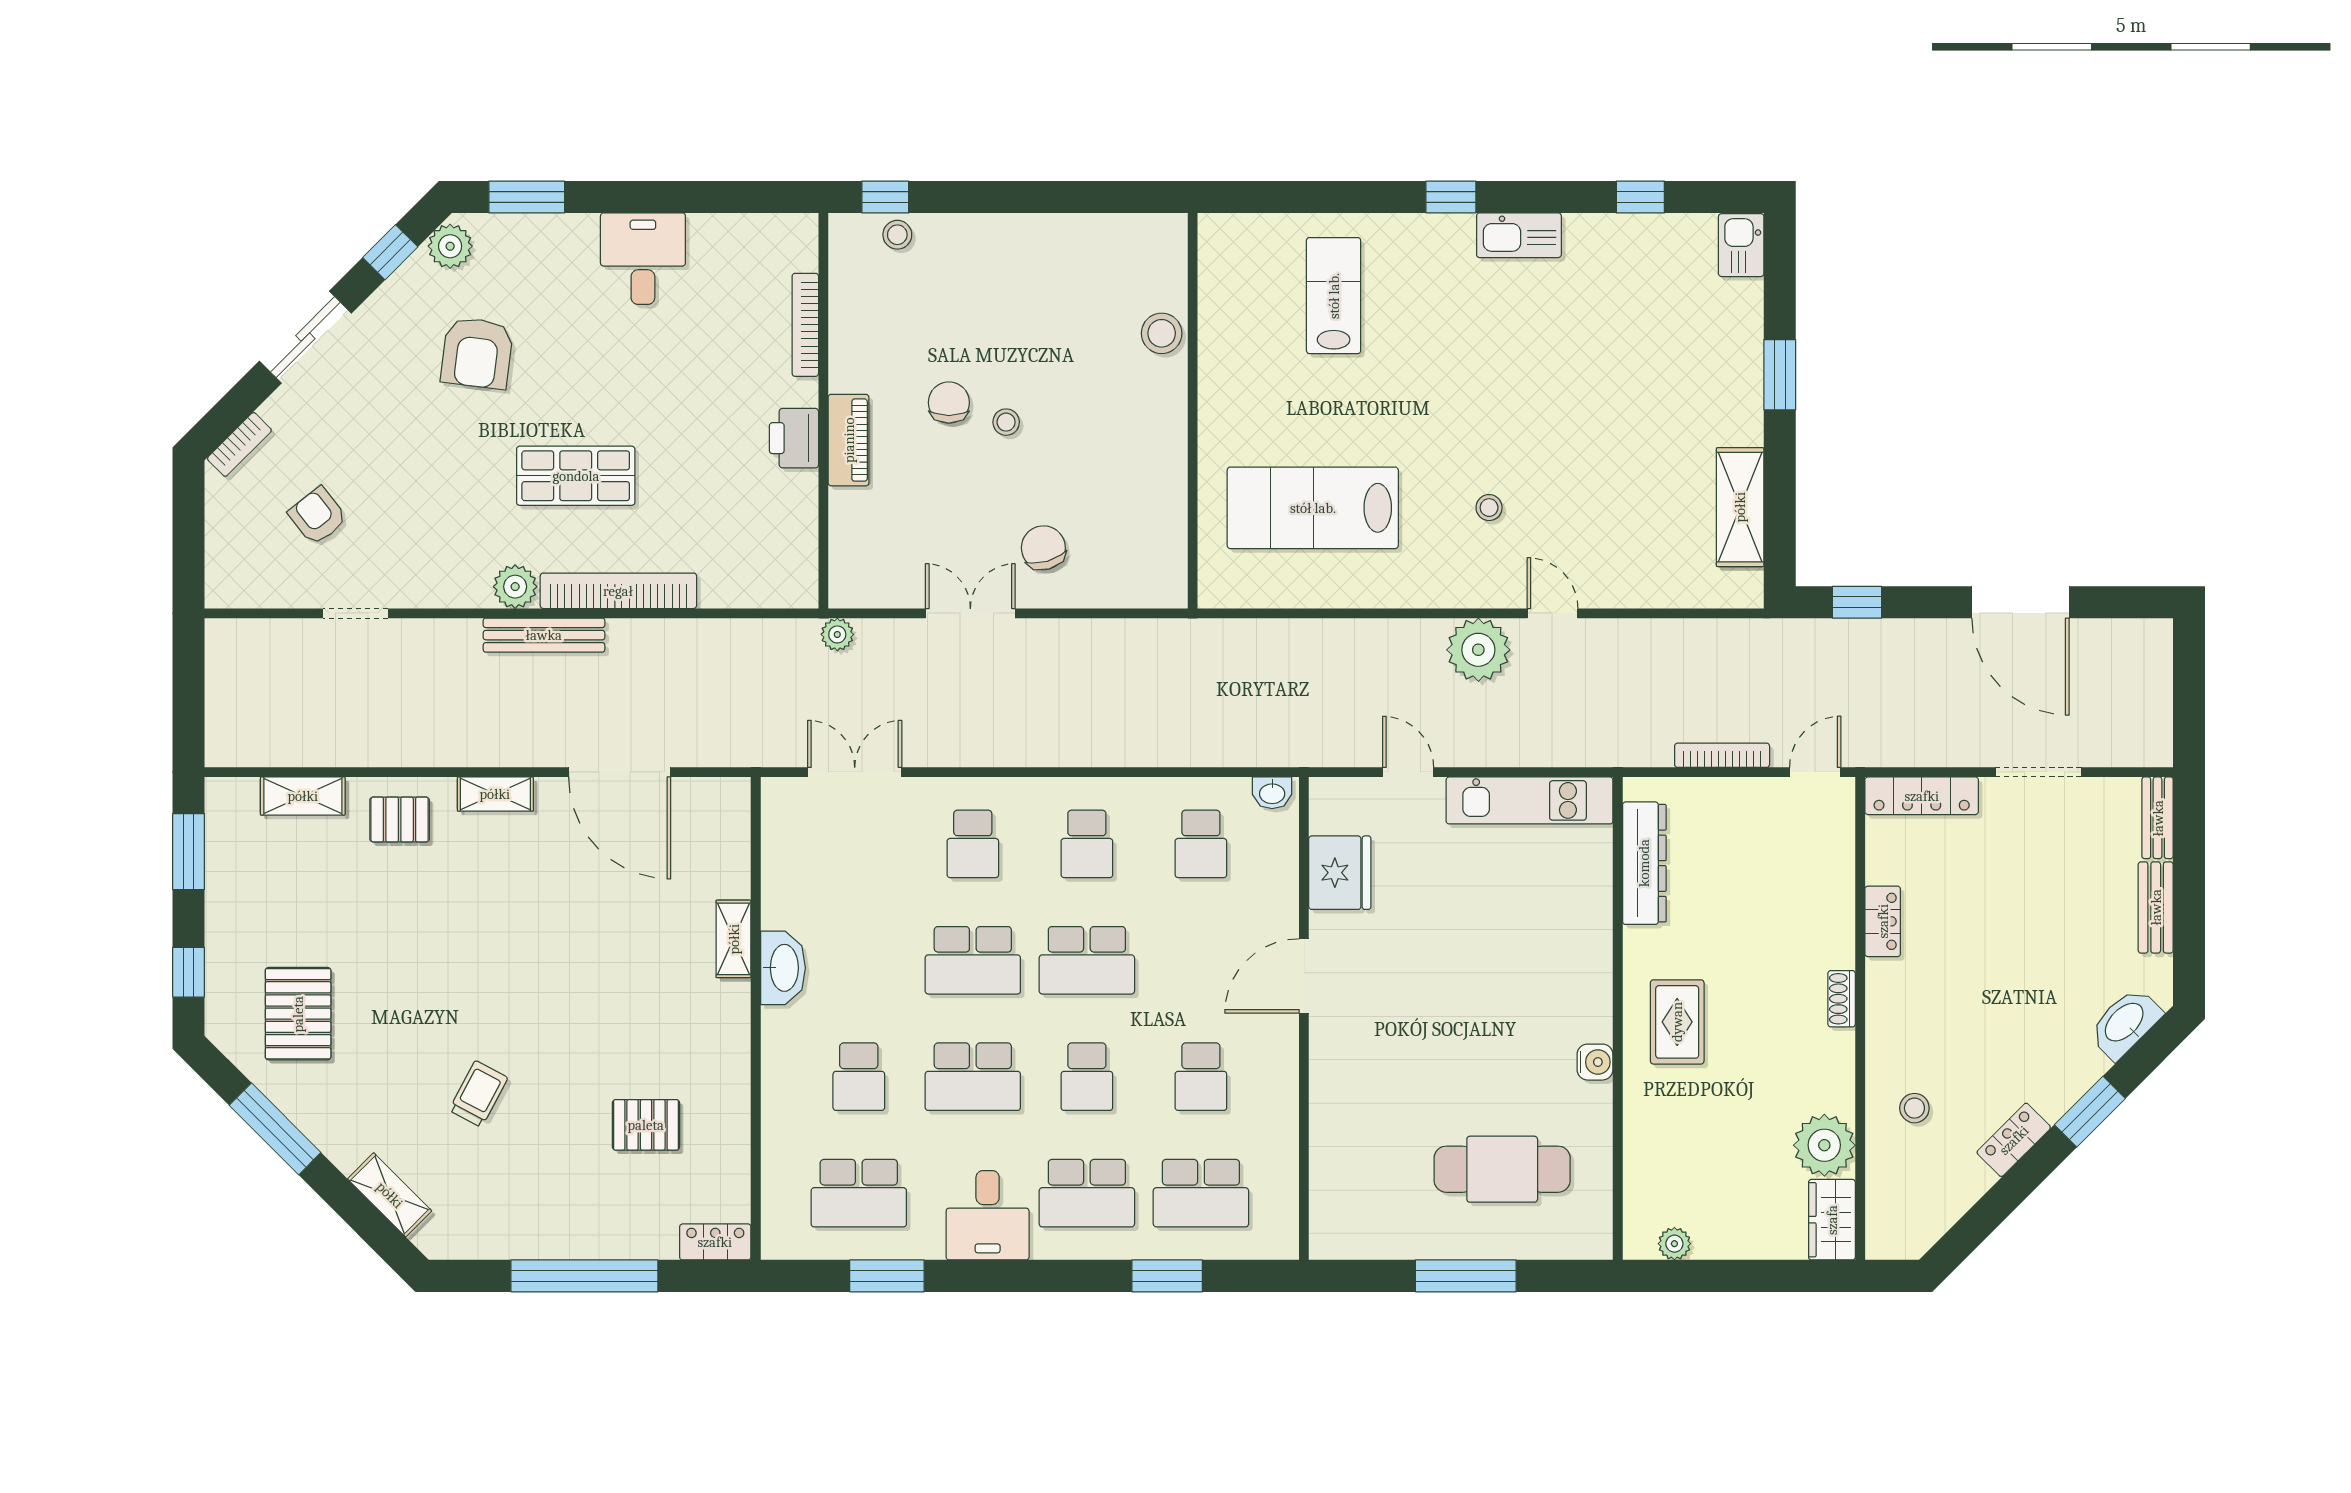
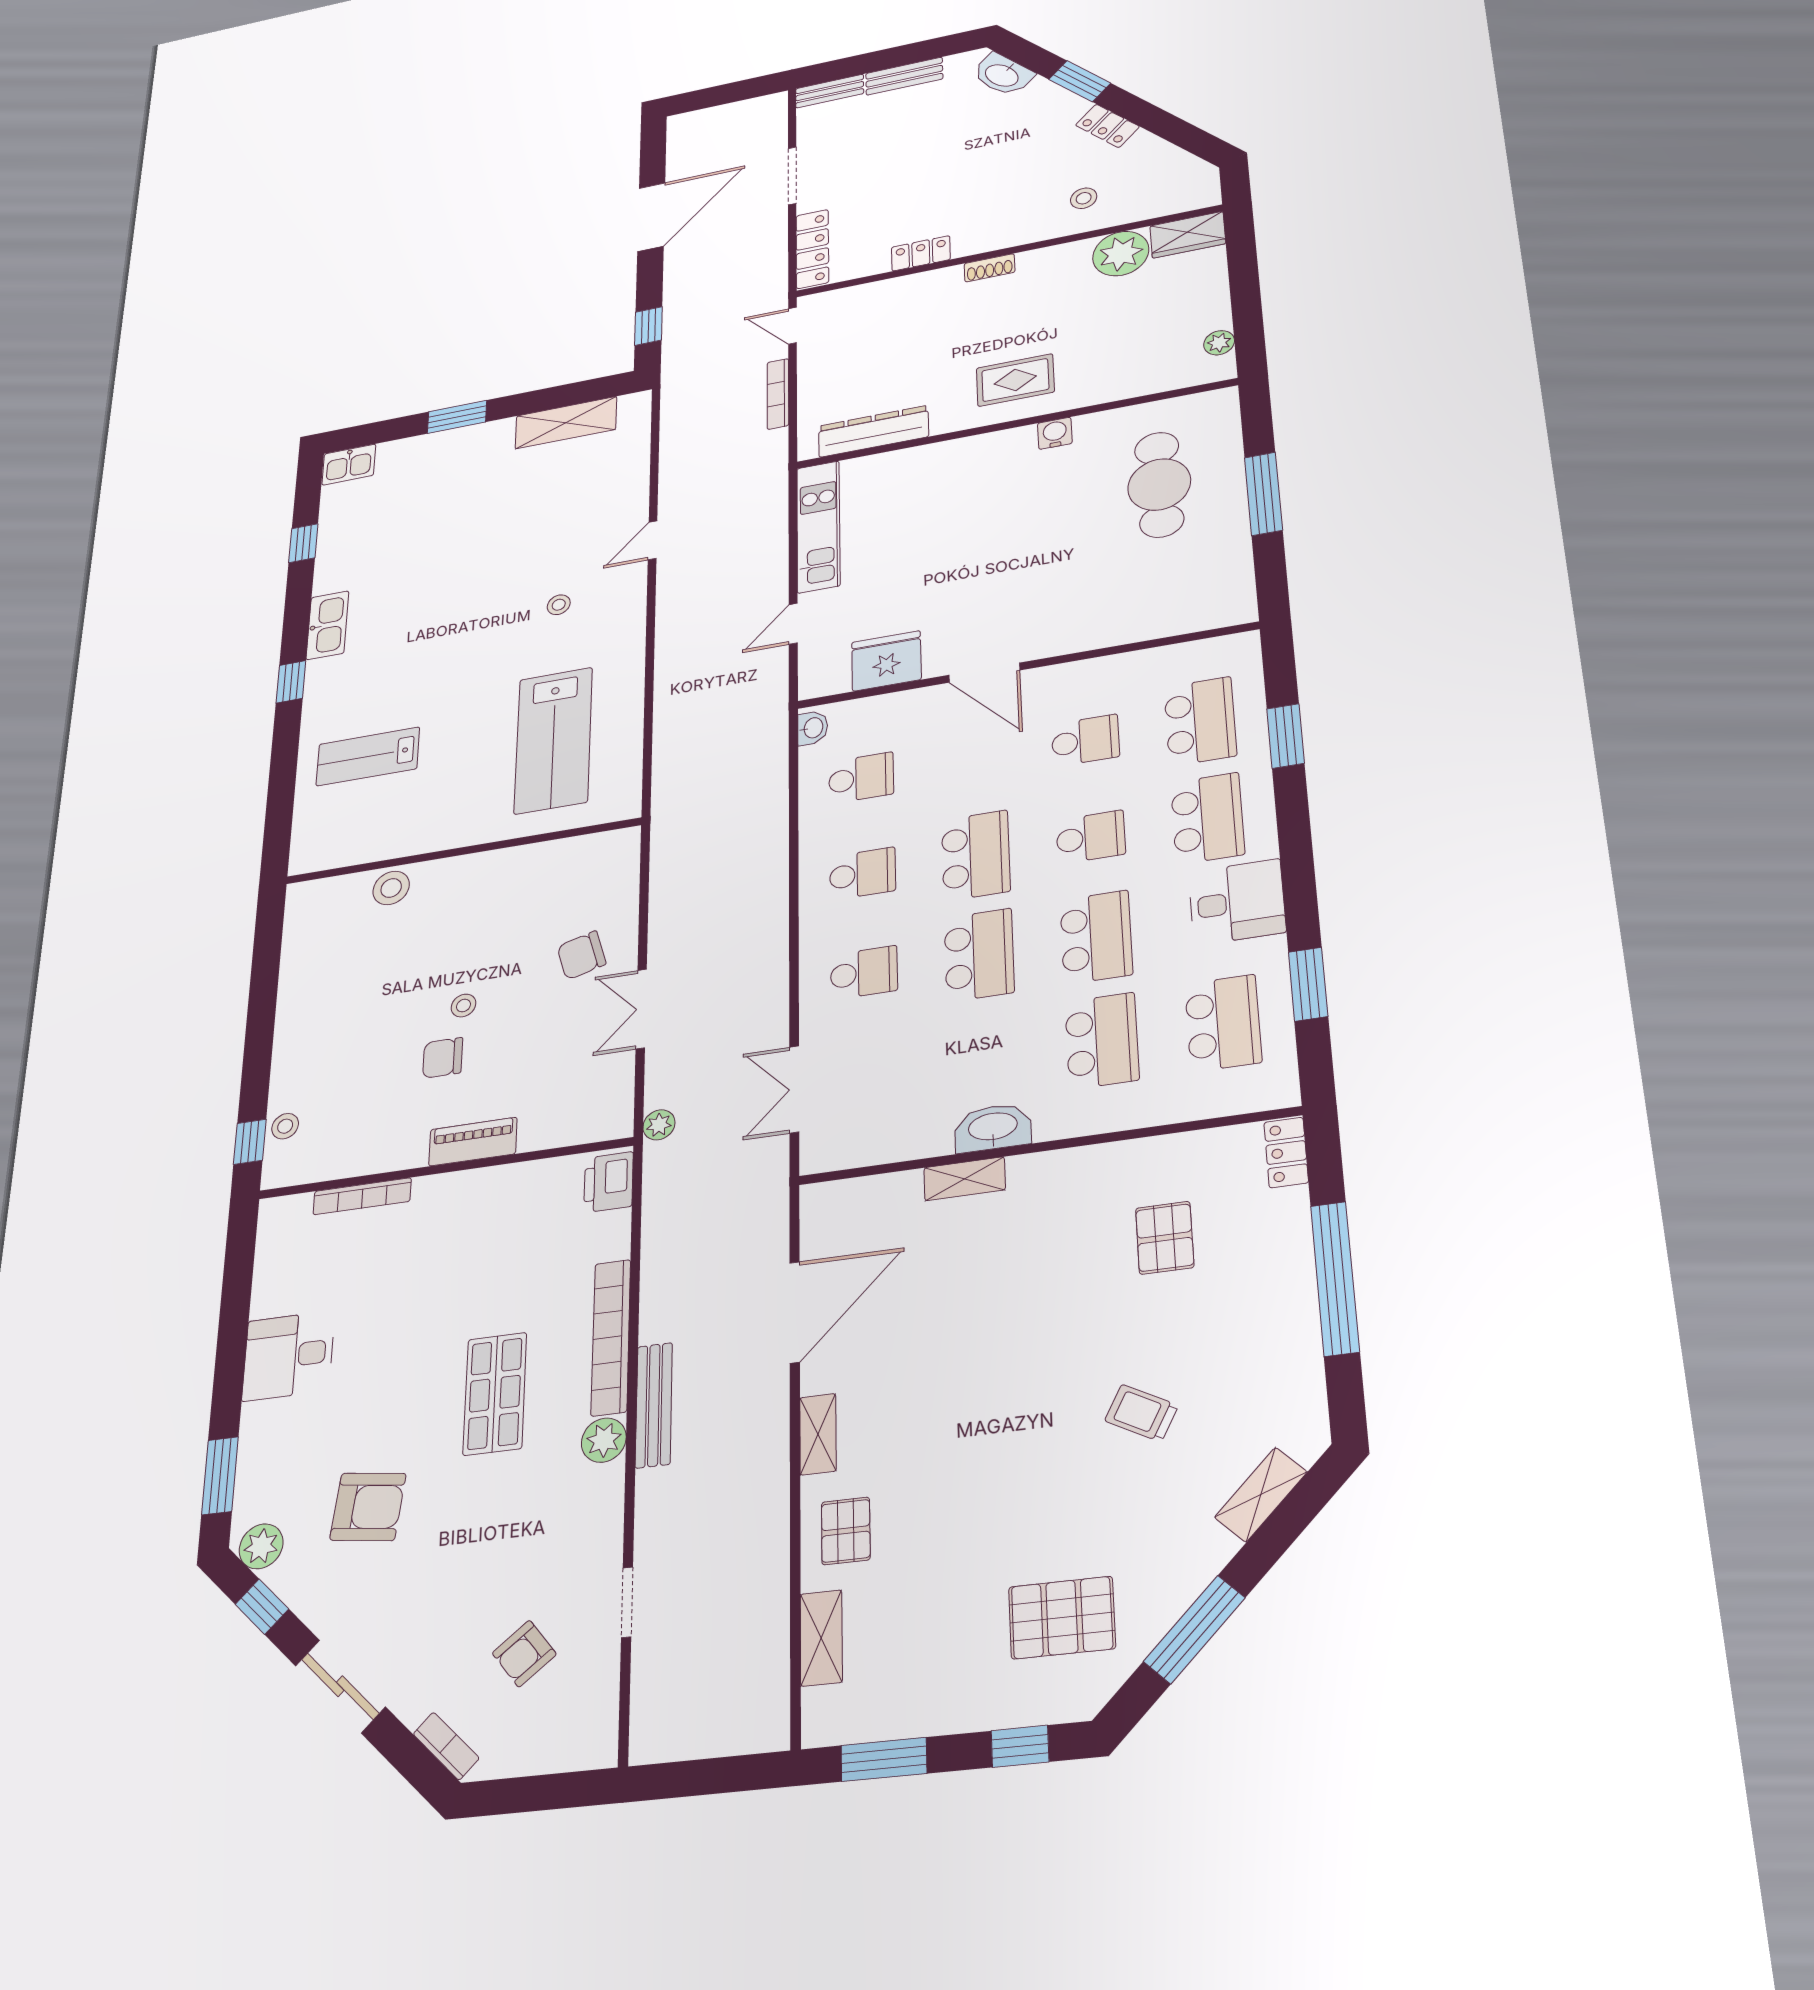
printer: (794, 438) -> (609, 1182), moved, turned 90
plant: (1478, 650) -> (684, 590), removed
school desk: (859, 1077) -> (1102, 1041), width x1.85

